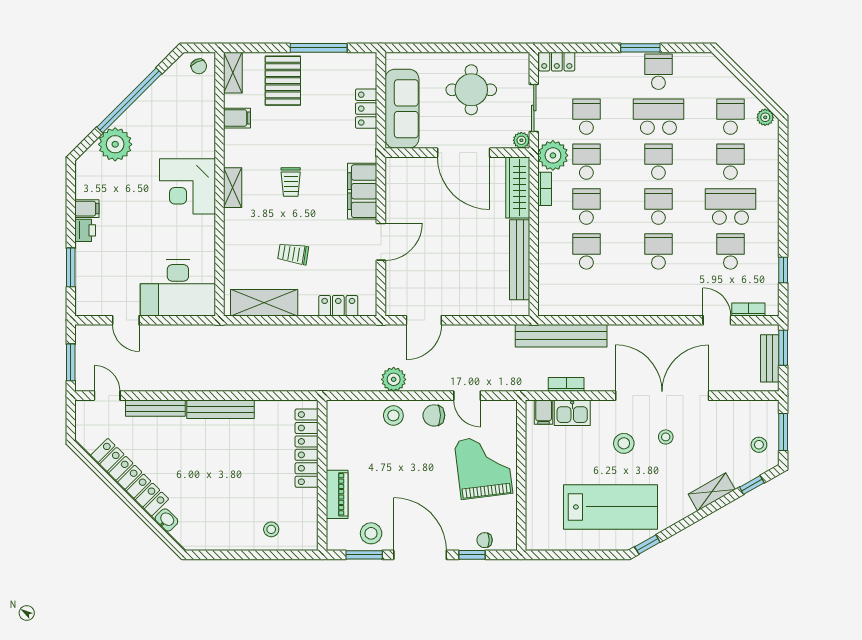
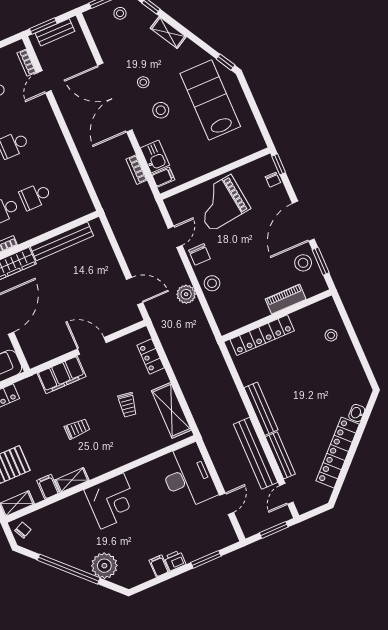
shelving: (233, 188) -> (72, 480), moved
bench: (561, 336) -> (256, 453), moved
window: (472, 555) -> (279, 164), moved

